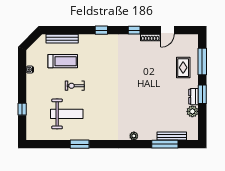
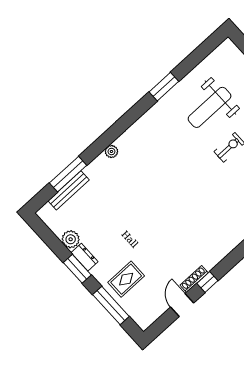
window: (134, 30) -> (207, 282), moved
rug: (183, 68) -> (126, 279), turned 90

